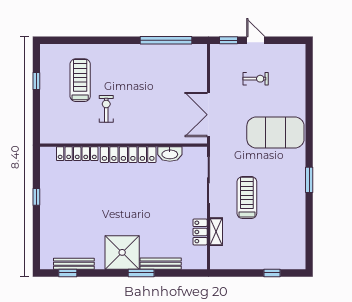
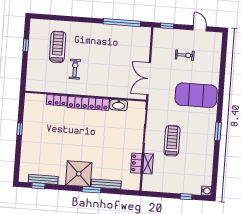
door: (256, 40) -> (200, 28), moved
locker: (77, 154) -> (57, 100), width x0.66
water cooler: (299, 263) -> (206, 191), added

